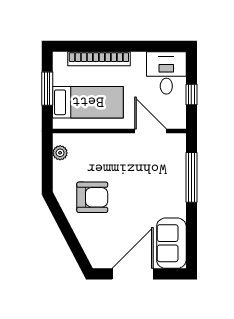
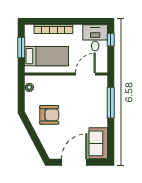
window: (191, 94) -> (111, 40), moved
door: (151, 131) -> (85, 74), hinge flipped

